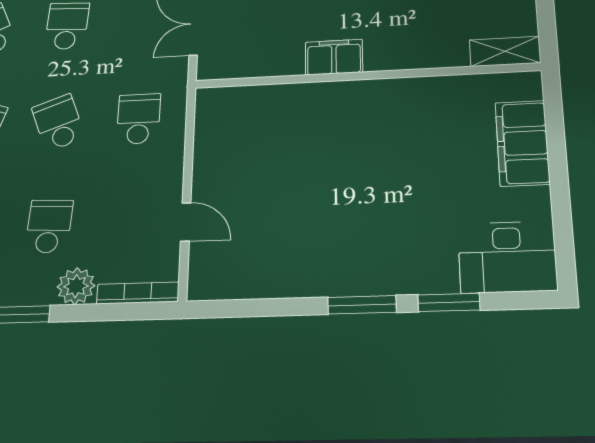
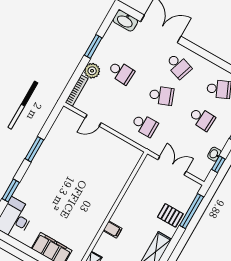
filing cabinet: (334, 57) -> (113, 229), moved, width x0.50
window: (362, 305) -> (34, 149), moved

